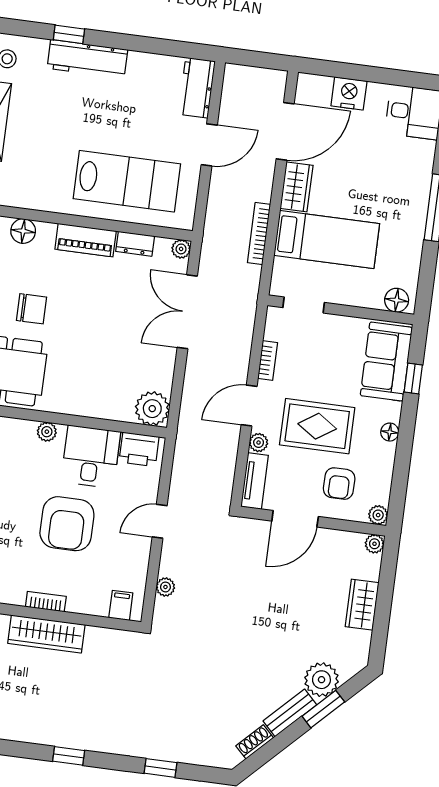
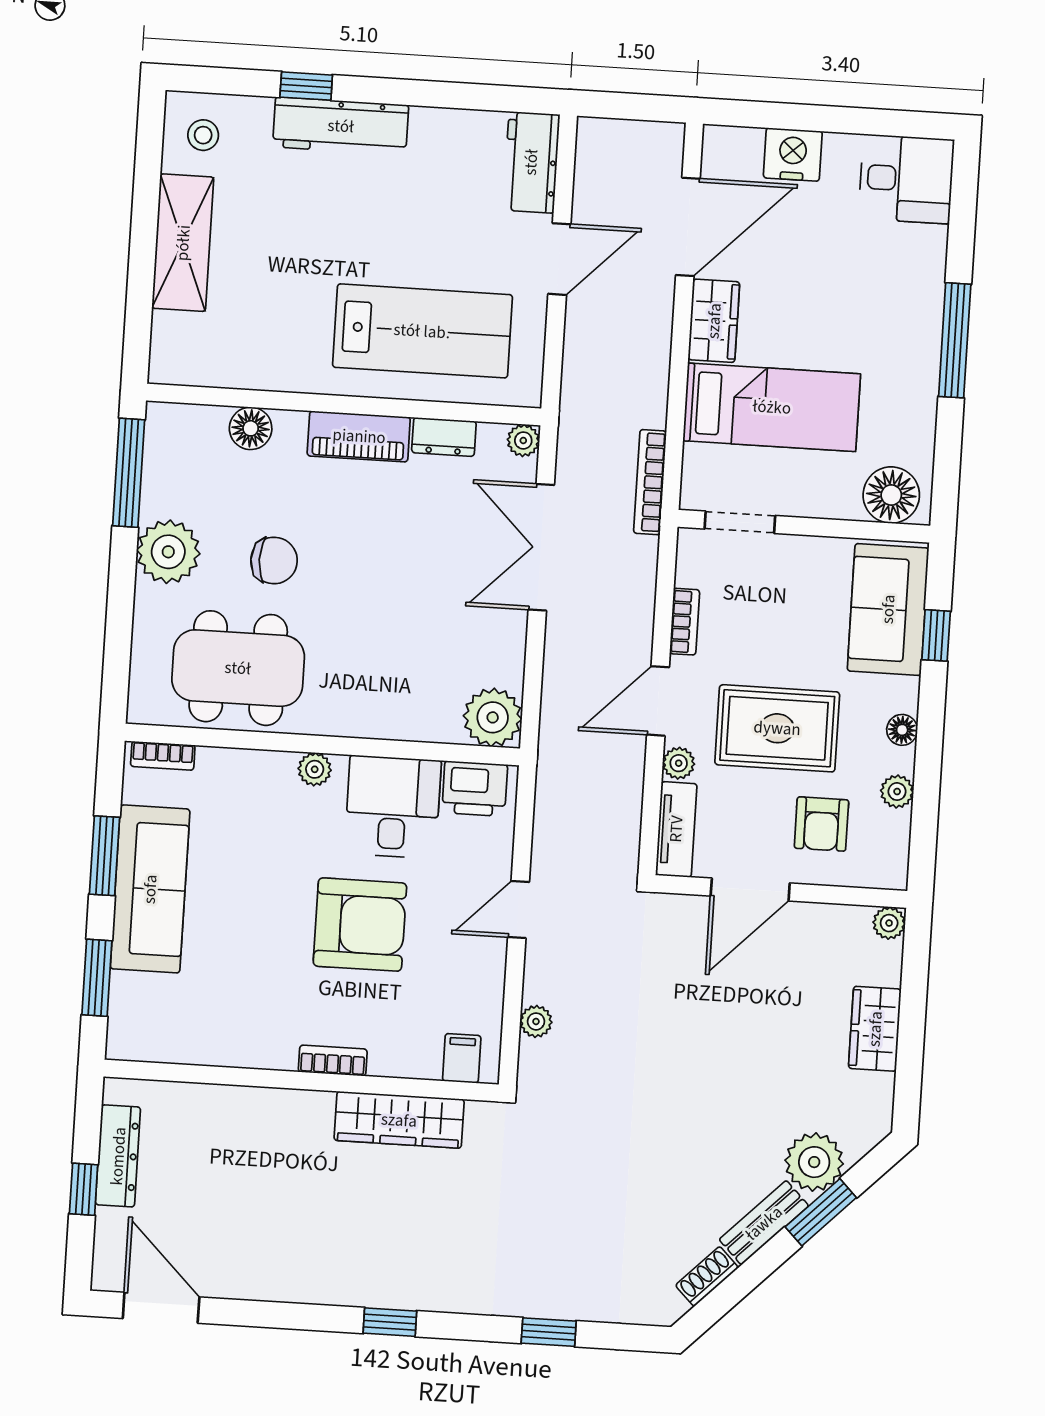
bookcase: (259, 233) -> (650, 482), moved
floor lamp: (397, 300) -> (891, 495), width x1.38, depth x1.38
plant: (378, 515) -> (897, 792), moved
armchair: (67, 524) -> (360, 925), turned -90
wardrobe: (46, 634) -> (399, 1120), moved

